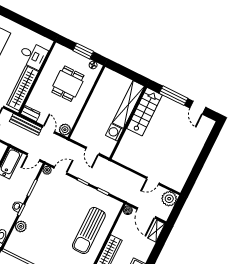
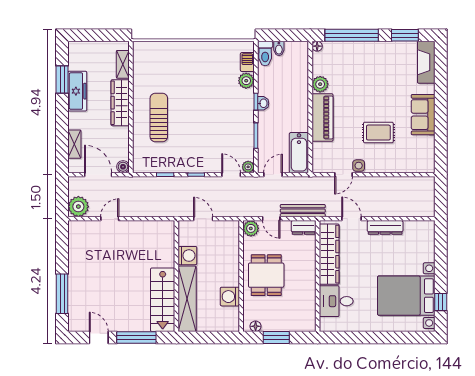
dining table: (68, 84) -> (266, 275), moved
washing machine: (100, 92) -> (230, 297), added
window: (208, 148) -> (62, 294), added
door: (60, 171) -> (231, 175), swing flipped
sun lounger: (89, 230) -> (159, 117), width x0.73, depth x0.75
shelving: (156, 231) -> (74, 144), moved
barbecue: (14, 238) -> (247, 62), added

